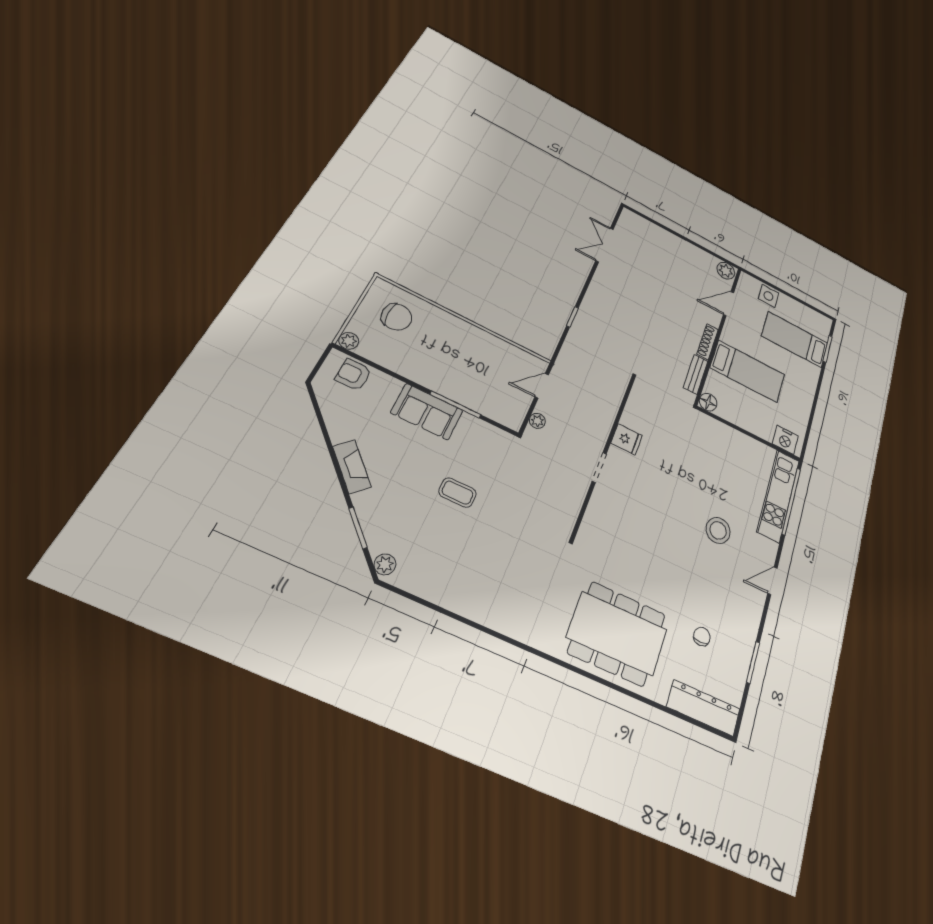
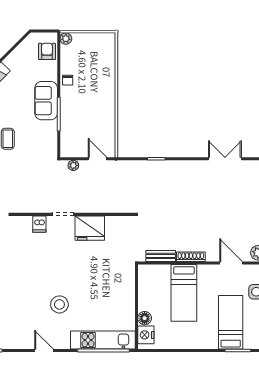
chair: (397, 317) -> (68, 80), moved, width x0.54, depth x0.54
floor lamp: (708, 402) -> (145, 318), moved
fridge: (627, 439) -> (90, 228), width x1.88, depth x1.34
dishwasher: (601, 506) -> (39, 224), added

